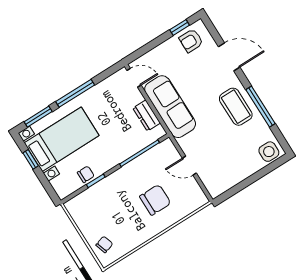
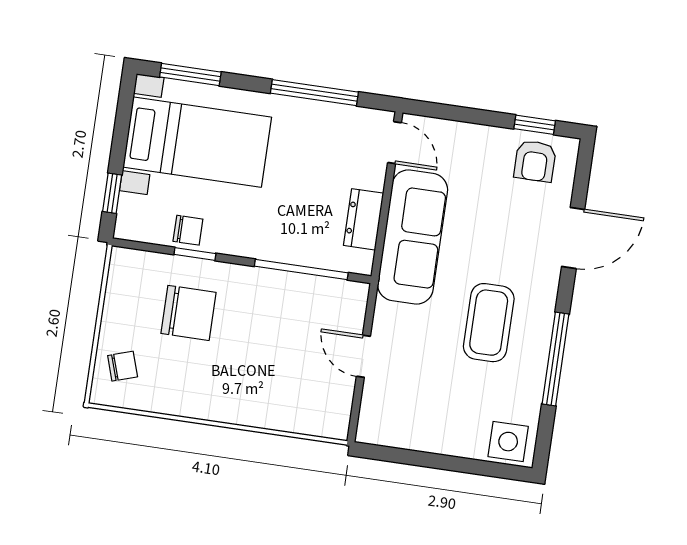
armchair: (191, 41) -> (535, 161), turned -90
door: (229, 57) -> (573, 238), hinge flipped
window: (75, 93) -> (314, 93), moved
coffee table: (236, 107) -> (489, 323), moved
window: (31, 159) -> (112, 193), moved
chair: (155, 200) -> (188, 313), moved

